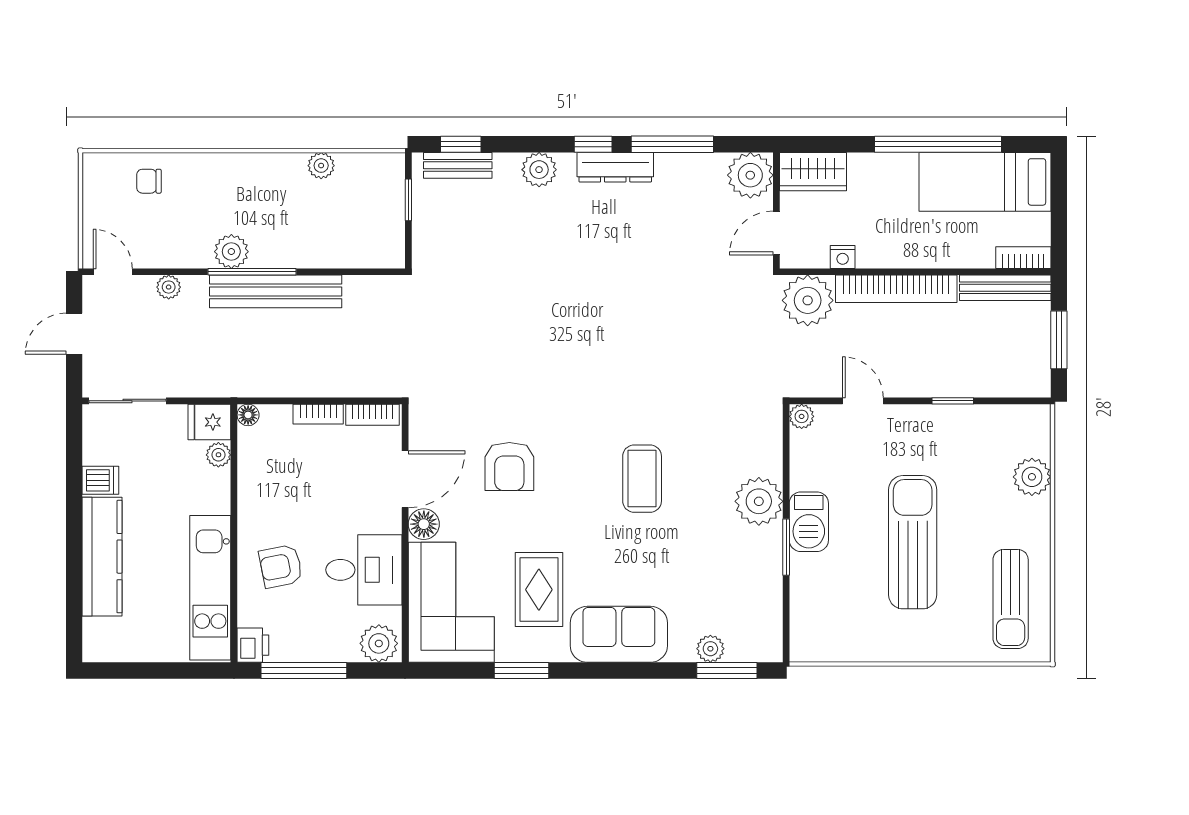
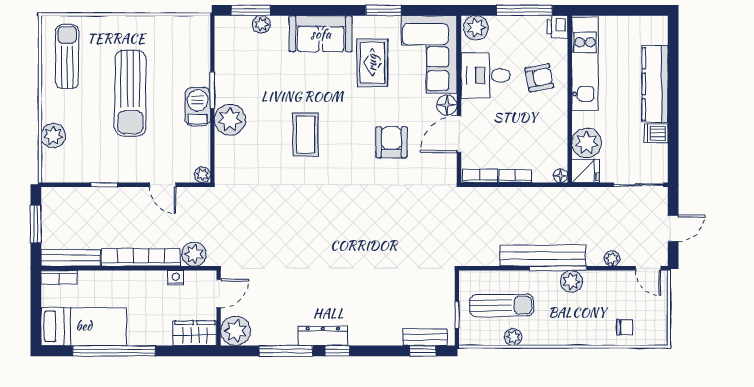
plant: (539, 170) -> (372, 334), removed
sun lounger: (339, 214) -> (502, 305), added
plant: (808, 300) -> (194, 254), width x0.73, depth x0.73
plant: (218, 455) -> (587, 143), width x1.88, depth x1.88

